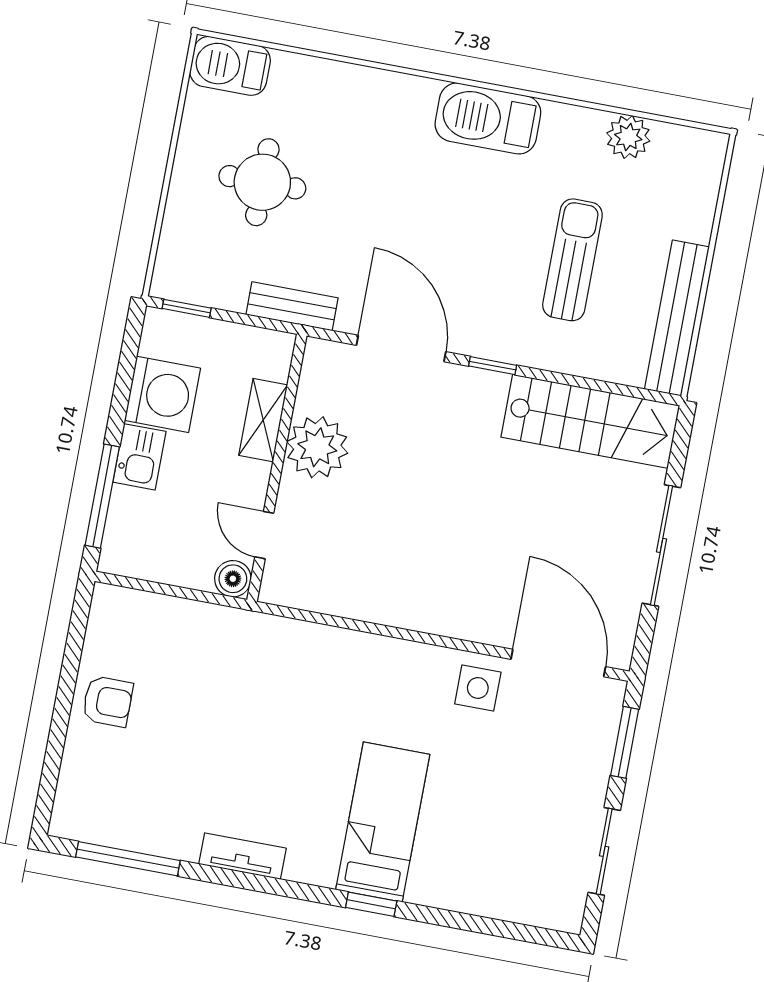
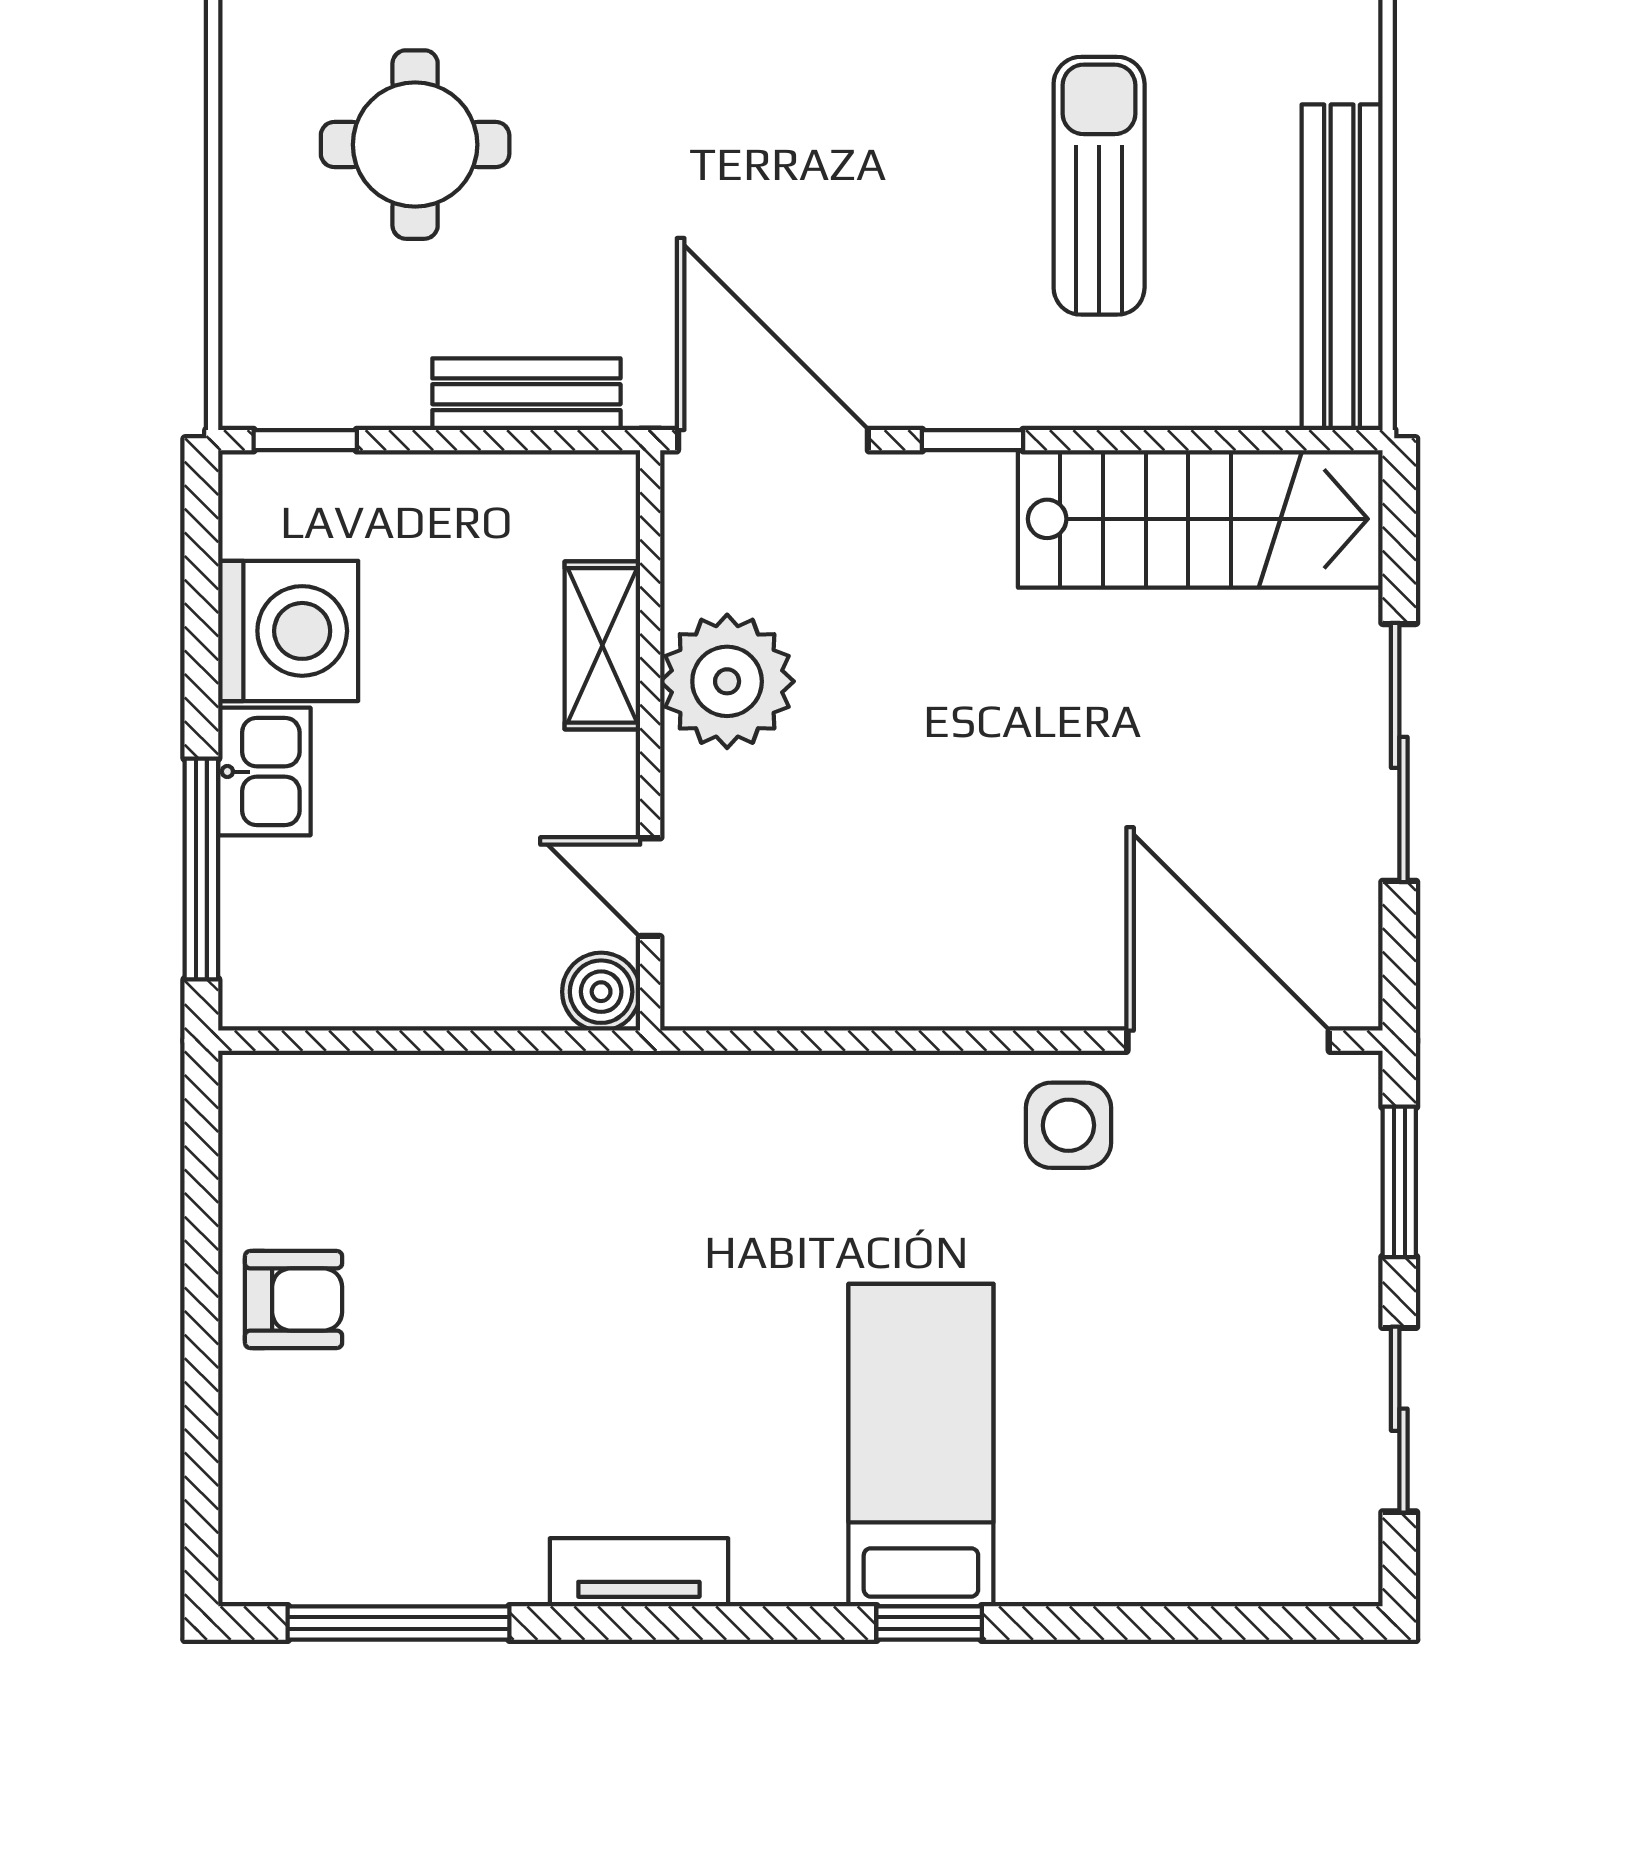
shelving: (263, 420) -> (602, 645), moved
plant: (317, 447) -> (727, 681), moved
wall: (277, 468) -> (650, 740), moved
door: (264, 535) -> (650, 887), moved
boiler: (233, 579) -> (601, 992), moved

